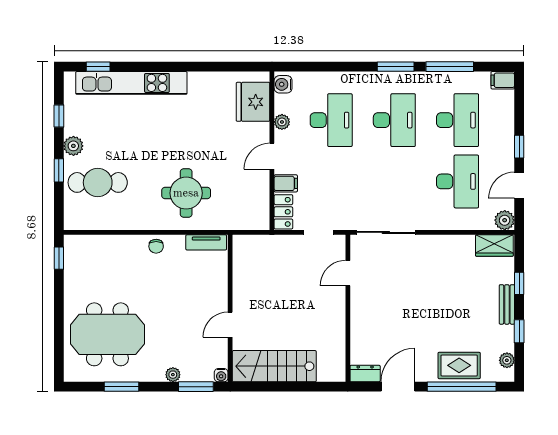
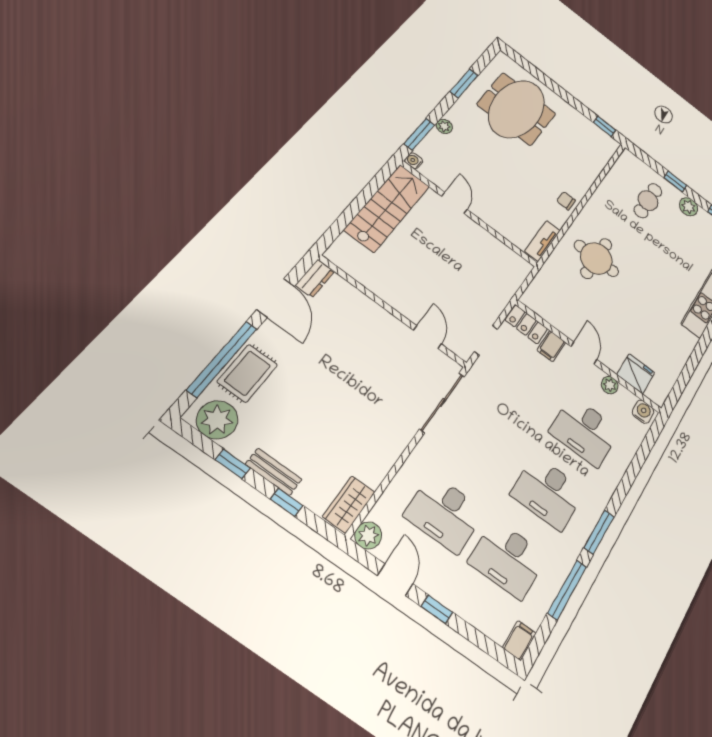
fridge: (253, 102) -> (636, 374), width x0.73, depth x0.75
cafe table: (98, 182) -> (648, 201), width x0.73, depth x0.74
plant: (507, 360) -> (217, 420), width x1.88, depth x1.88

